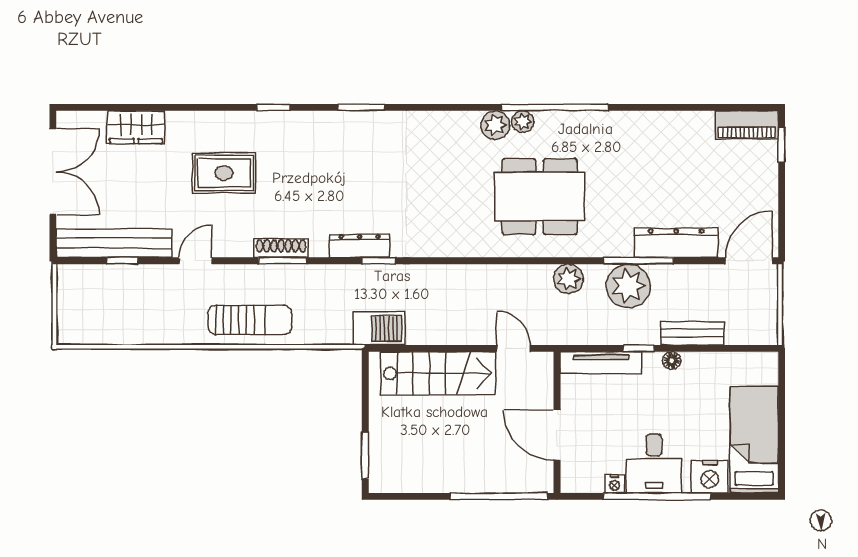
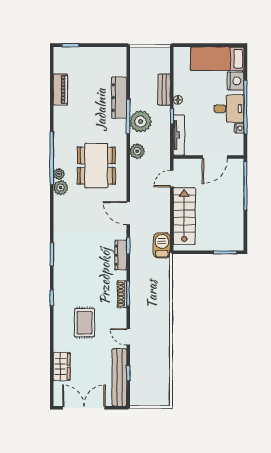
piano: (747, 125) -> (60, 89), moved
door: (749, 261) -> (128, 213), moved
sun lounger: (250, 320) -> (158, 310), removed

